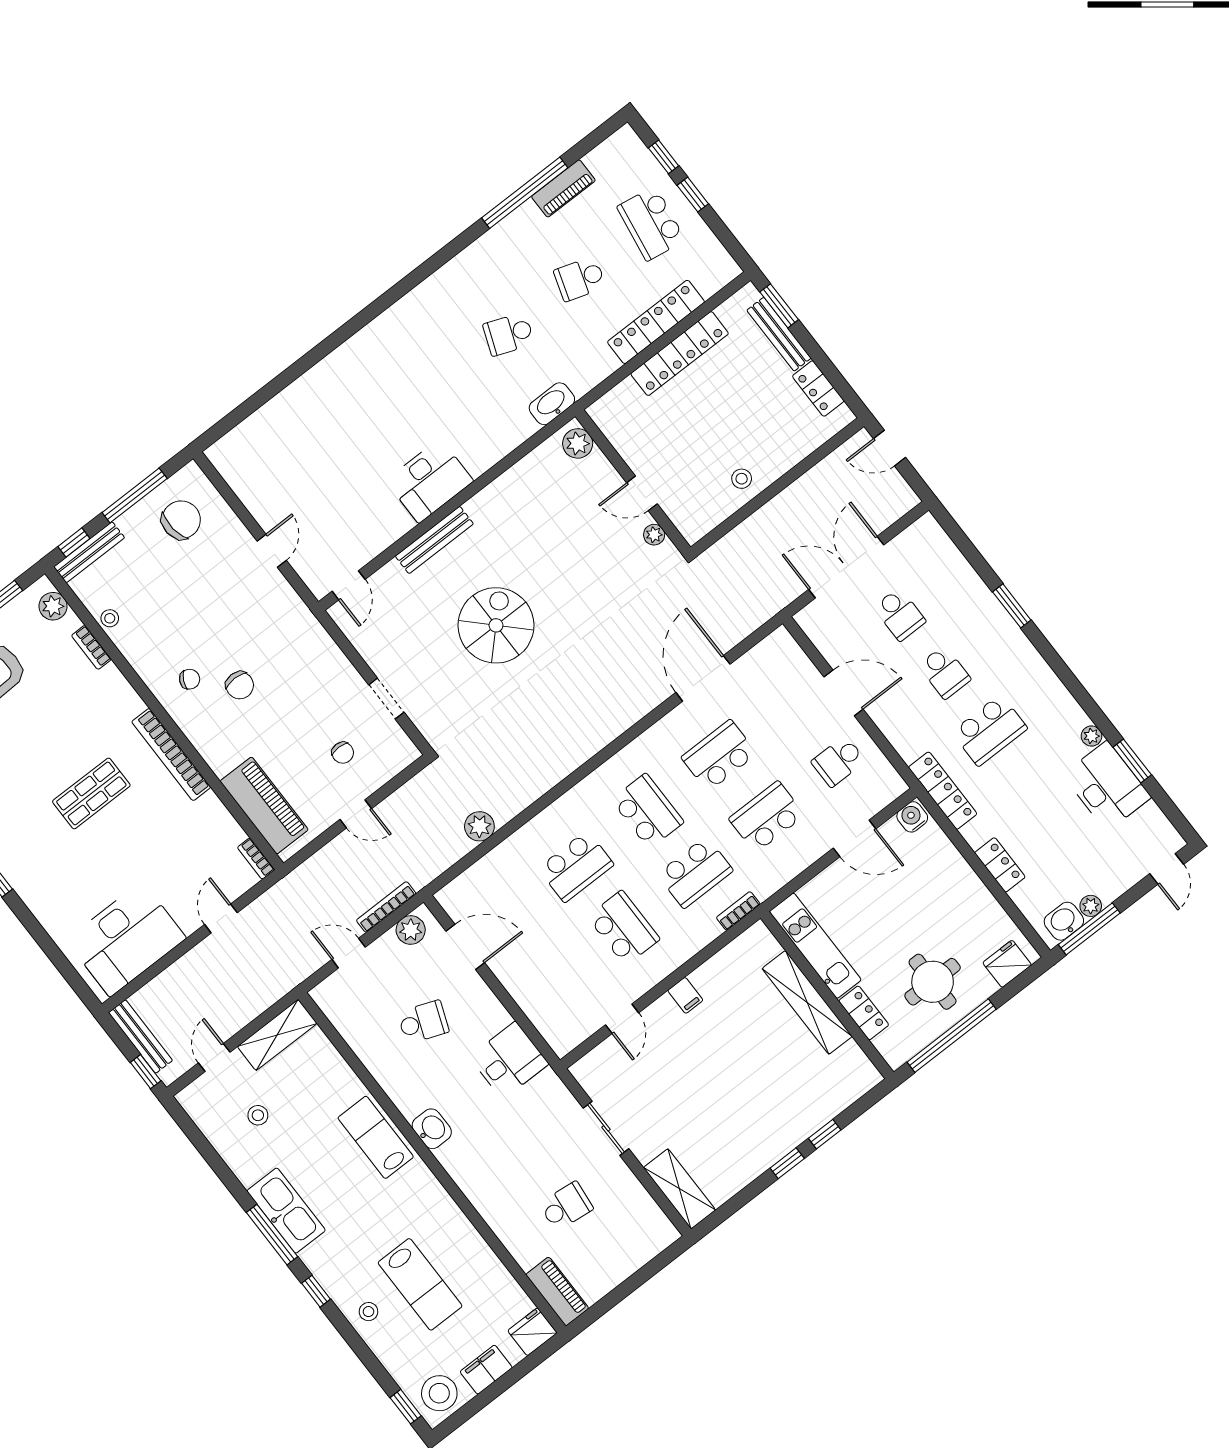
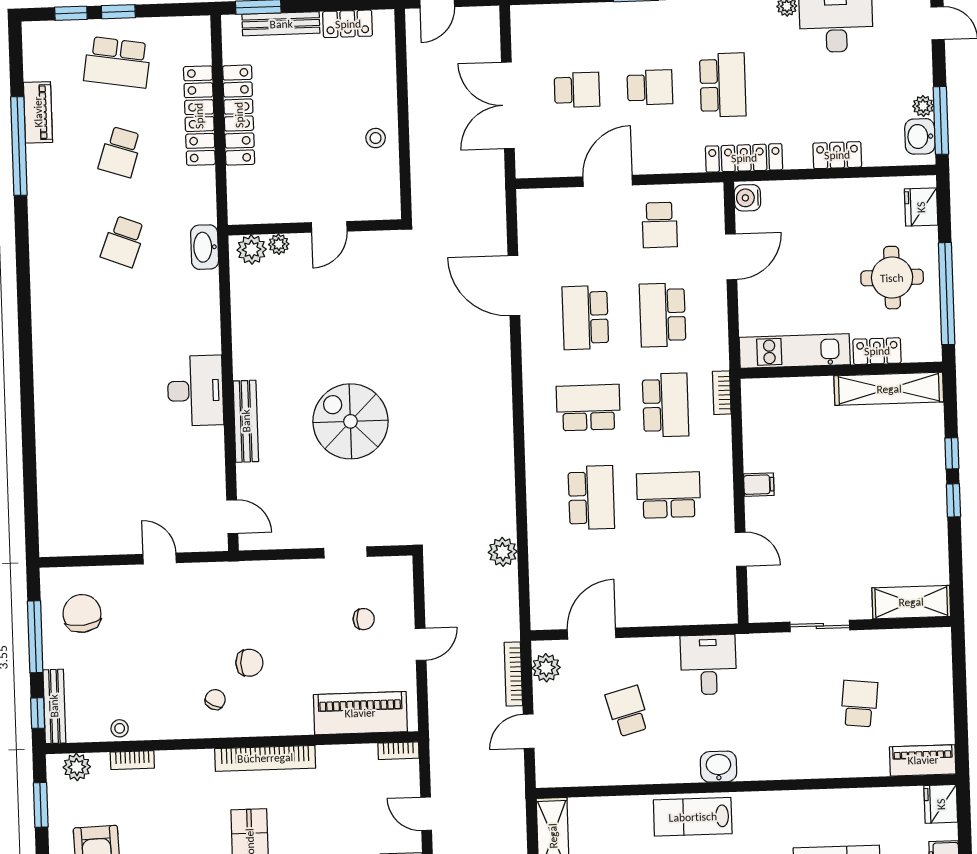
plant: (654, 535) -> (279, 244), moved
shelving: (807, 1002) -> (889, 389), moved
school desk: (423, 1022) -> (628, 711), turned -36

